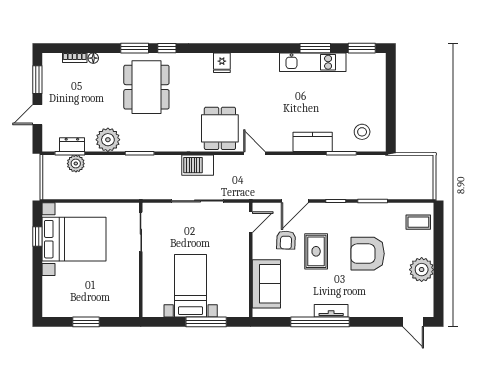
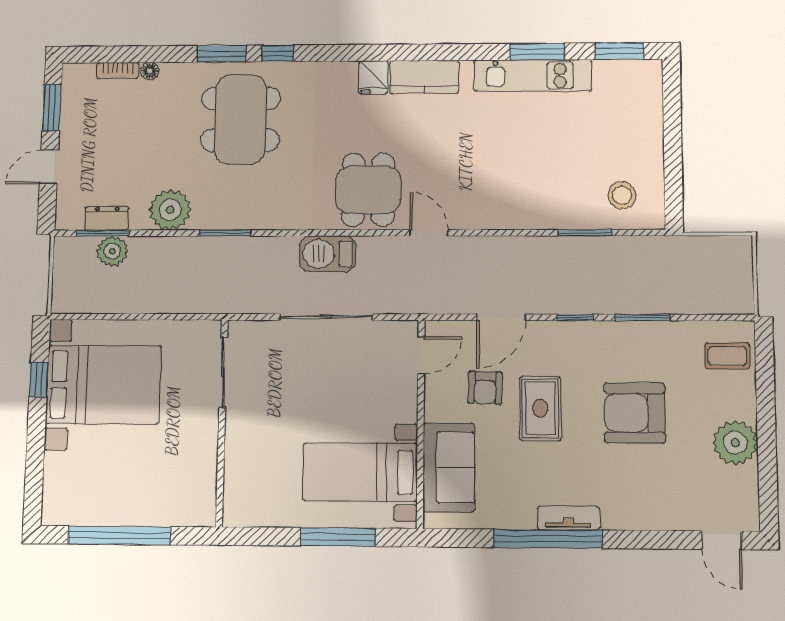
kitchen counter: (313, 142) -> (424, 77), moved, turned 180
bed with nightstands: (191, 286) -> (360, 472), moved, turned -90
window: (86, 322) -> (119, 535), width x2.11

